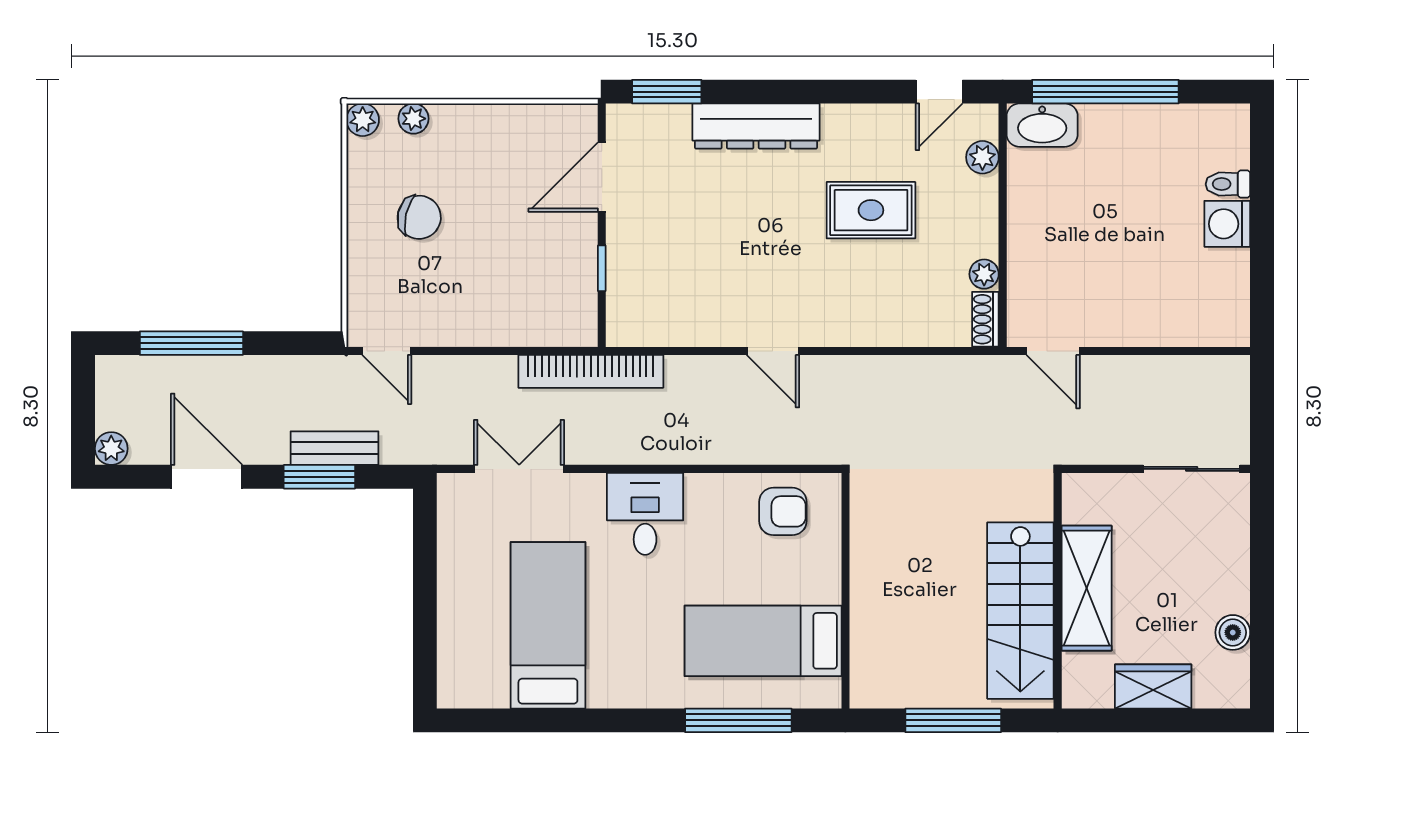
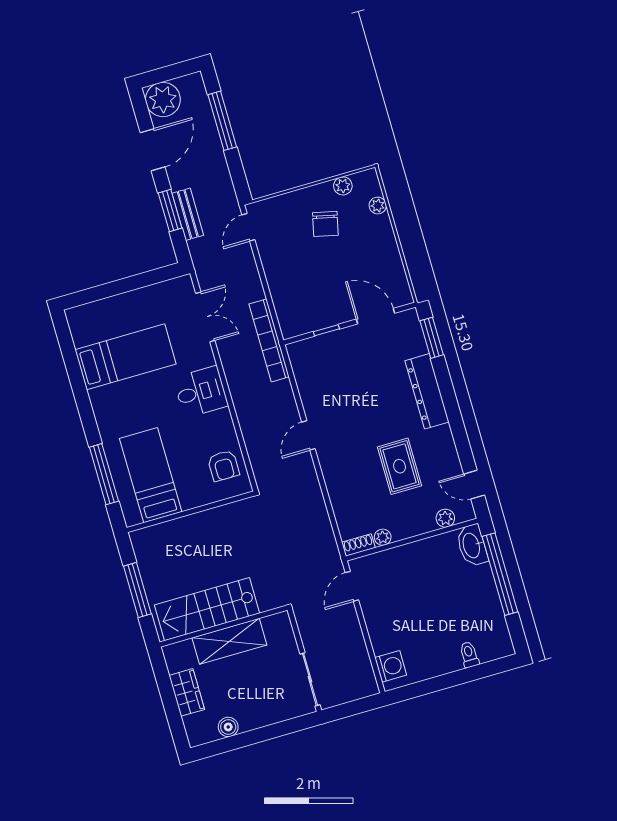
plant: (363, 120) -> (343, 186), moved
washing machine: (1227, 224) -> (391, 666), moved, turned 90
plant: (111, 449) -> (163, 99), width x1.88, depth x1.88

